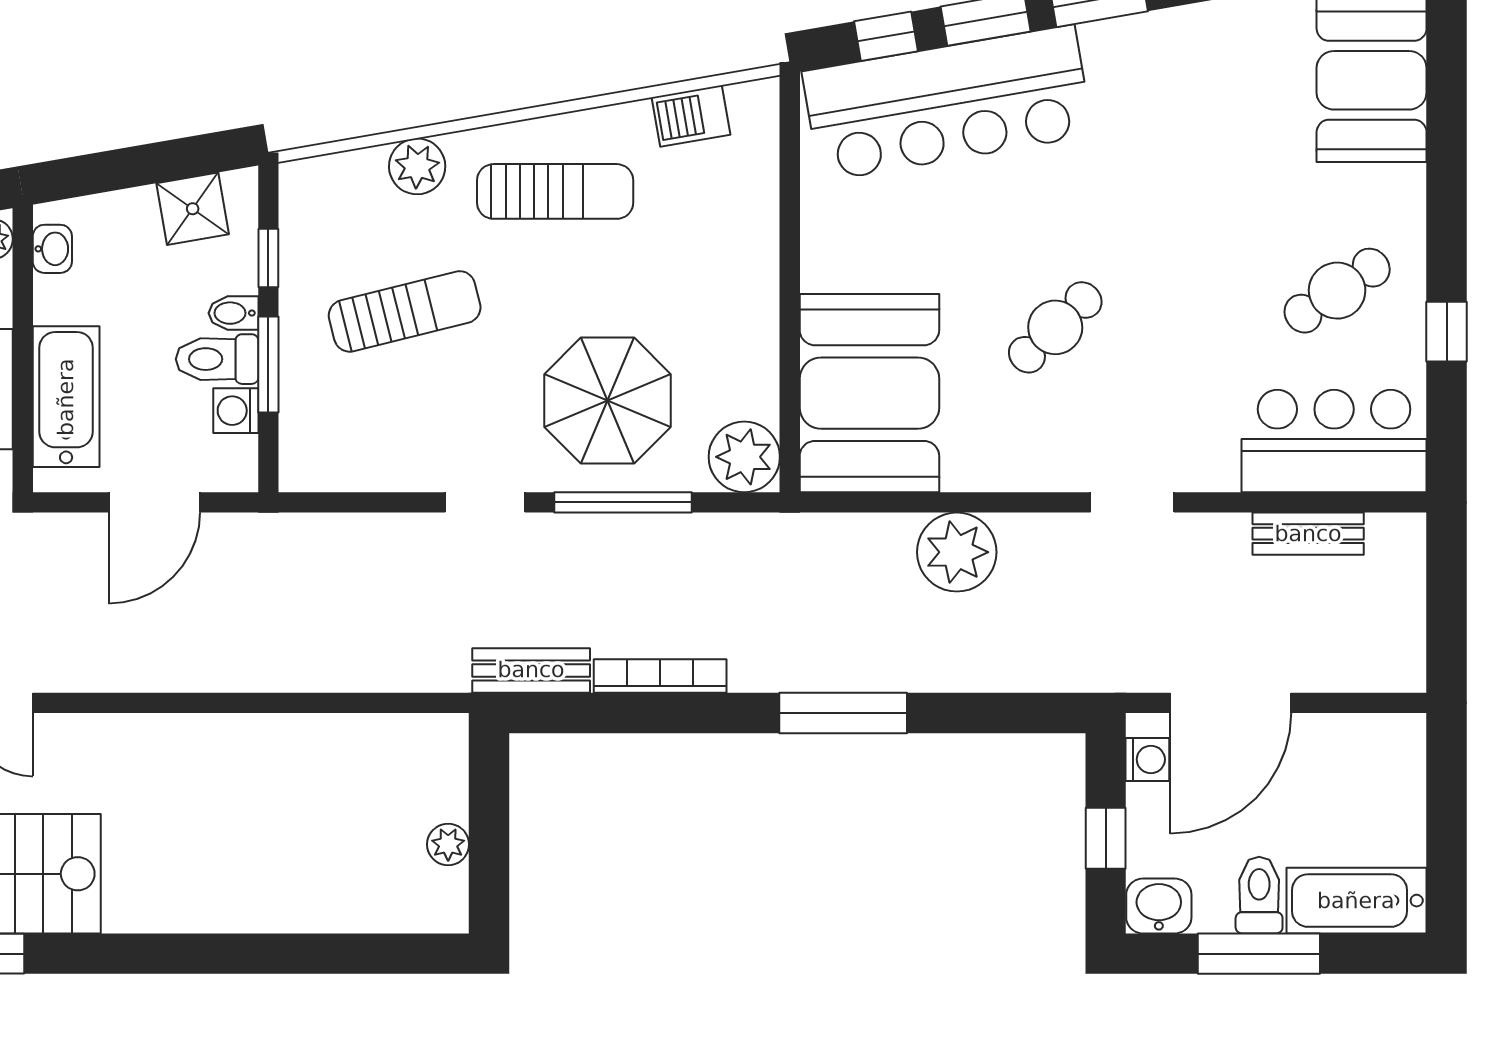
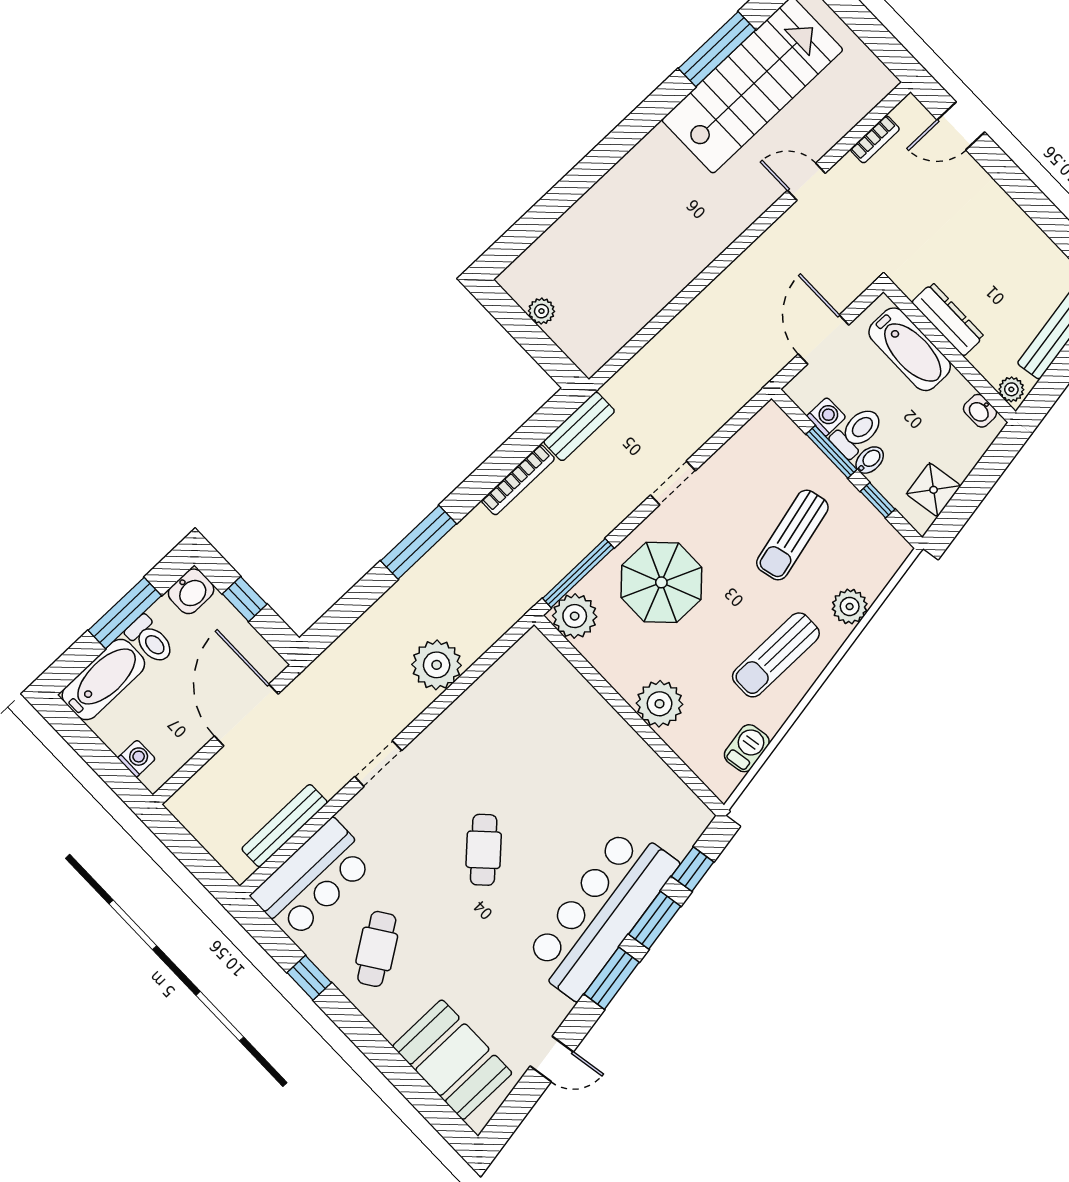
bar counter: (947, 103) -> (601, 912), moved
plant: (743, 263) -> (660, 704), added
cafe table: (1055, 327) -> (484, 850), moved
booth: (869, 393) -> (545, 699), removed
window: (623, 502) -> (578, 573), moved
bench: (1308, 534) -> (285, 826), width x1.36
washing machine: (1147, 759) -> (137, 758), moved, turned 180

